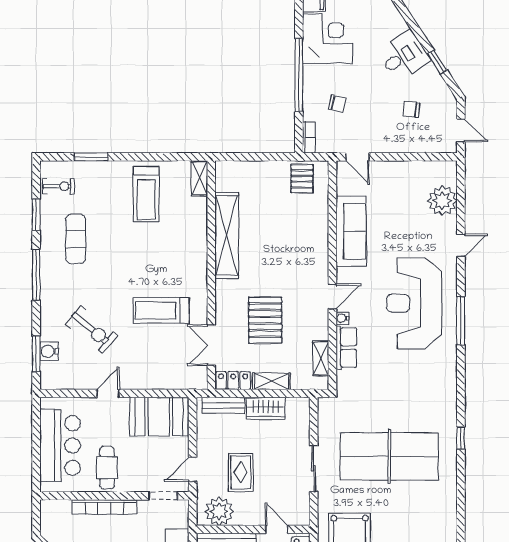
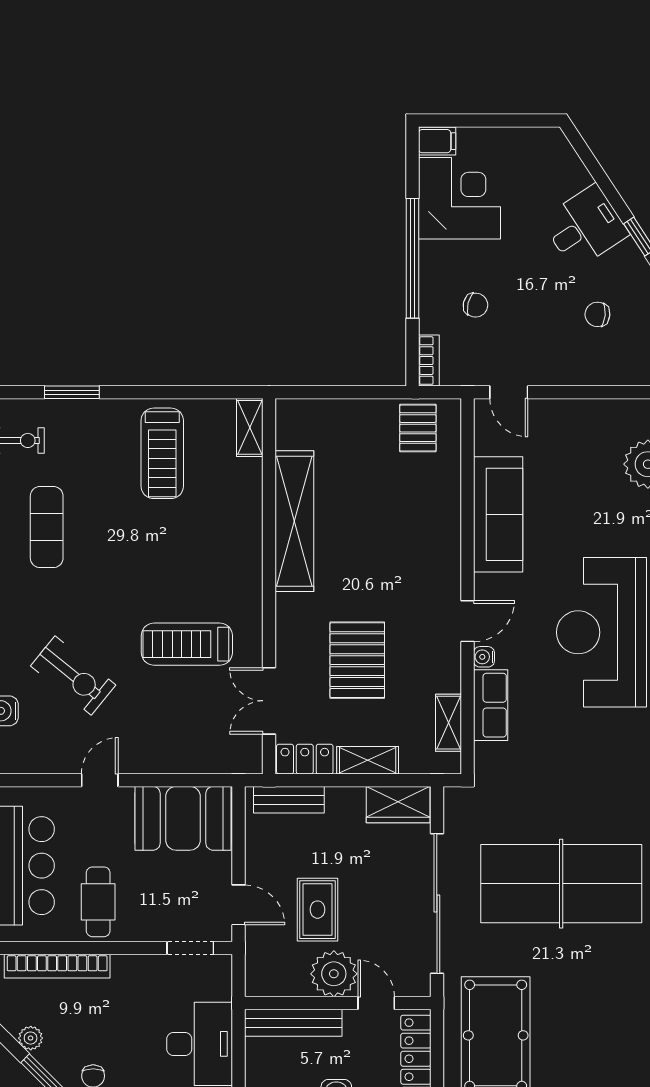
wardrobe: (266, 408) -> (398, 805), moved
door: (193, 469) -> (238, 905), swing flipped
sliding door: (314, 469) -> (437, 903), width x1.86
bookcase: (104, 507) -> (57, 966), moved
plant: (219, 511) -> (334, 974), moved

